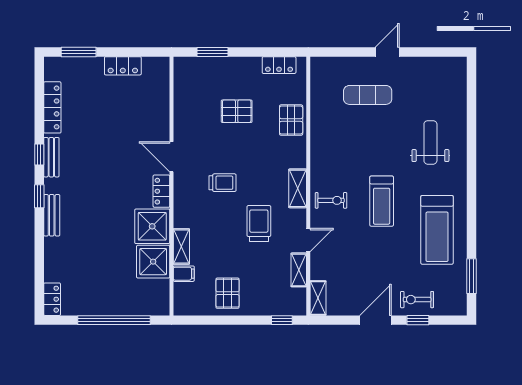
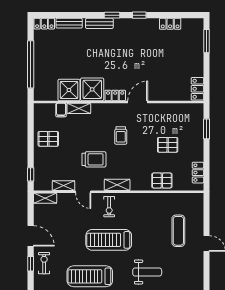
locker: (123, 66) -> (197, 89), moved
locker: (52, 107) -> (170, 24), width x0.66
pallet: (237, 111) -> (168, 145), turned 90
bench: (51, 157) -> (69, 23), moved
treadmill: (382, 201) -> (109, 240), width x1.37, depth x1.38

